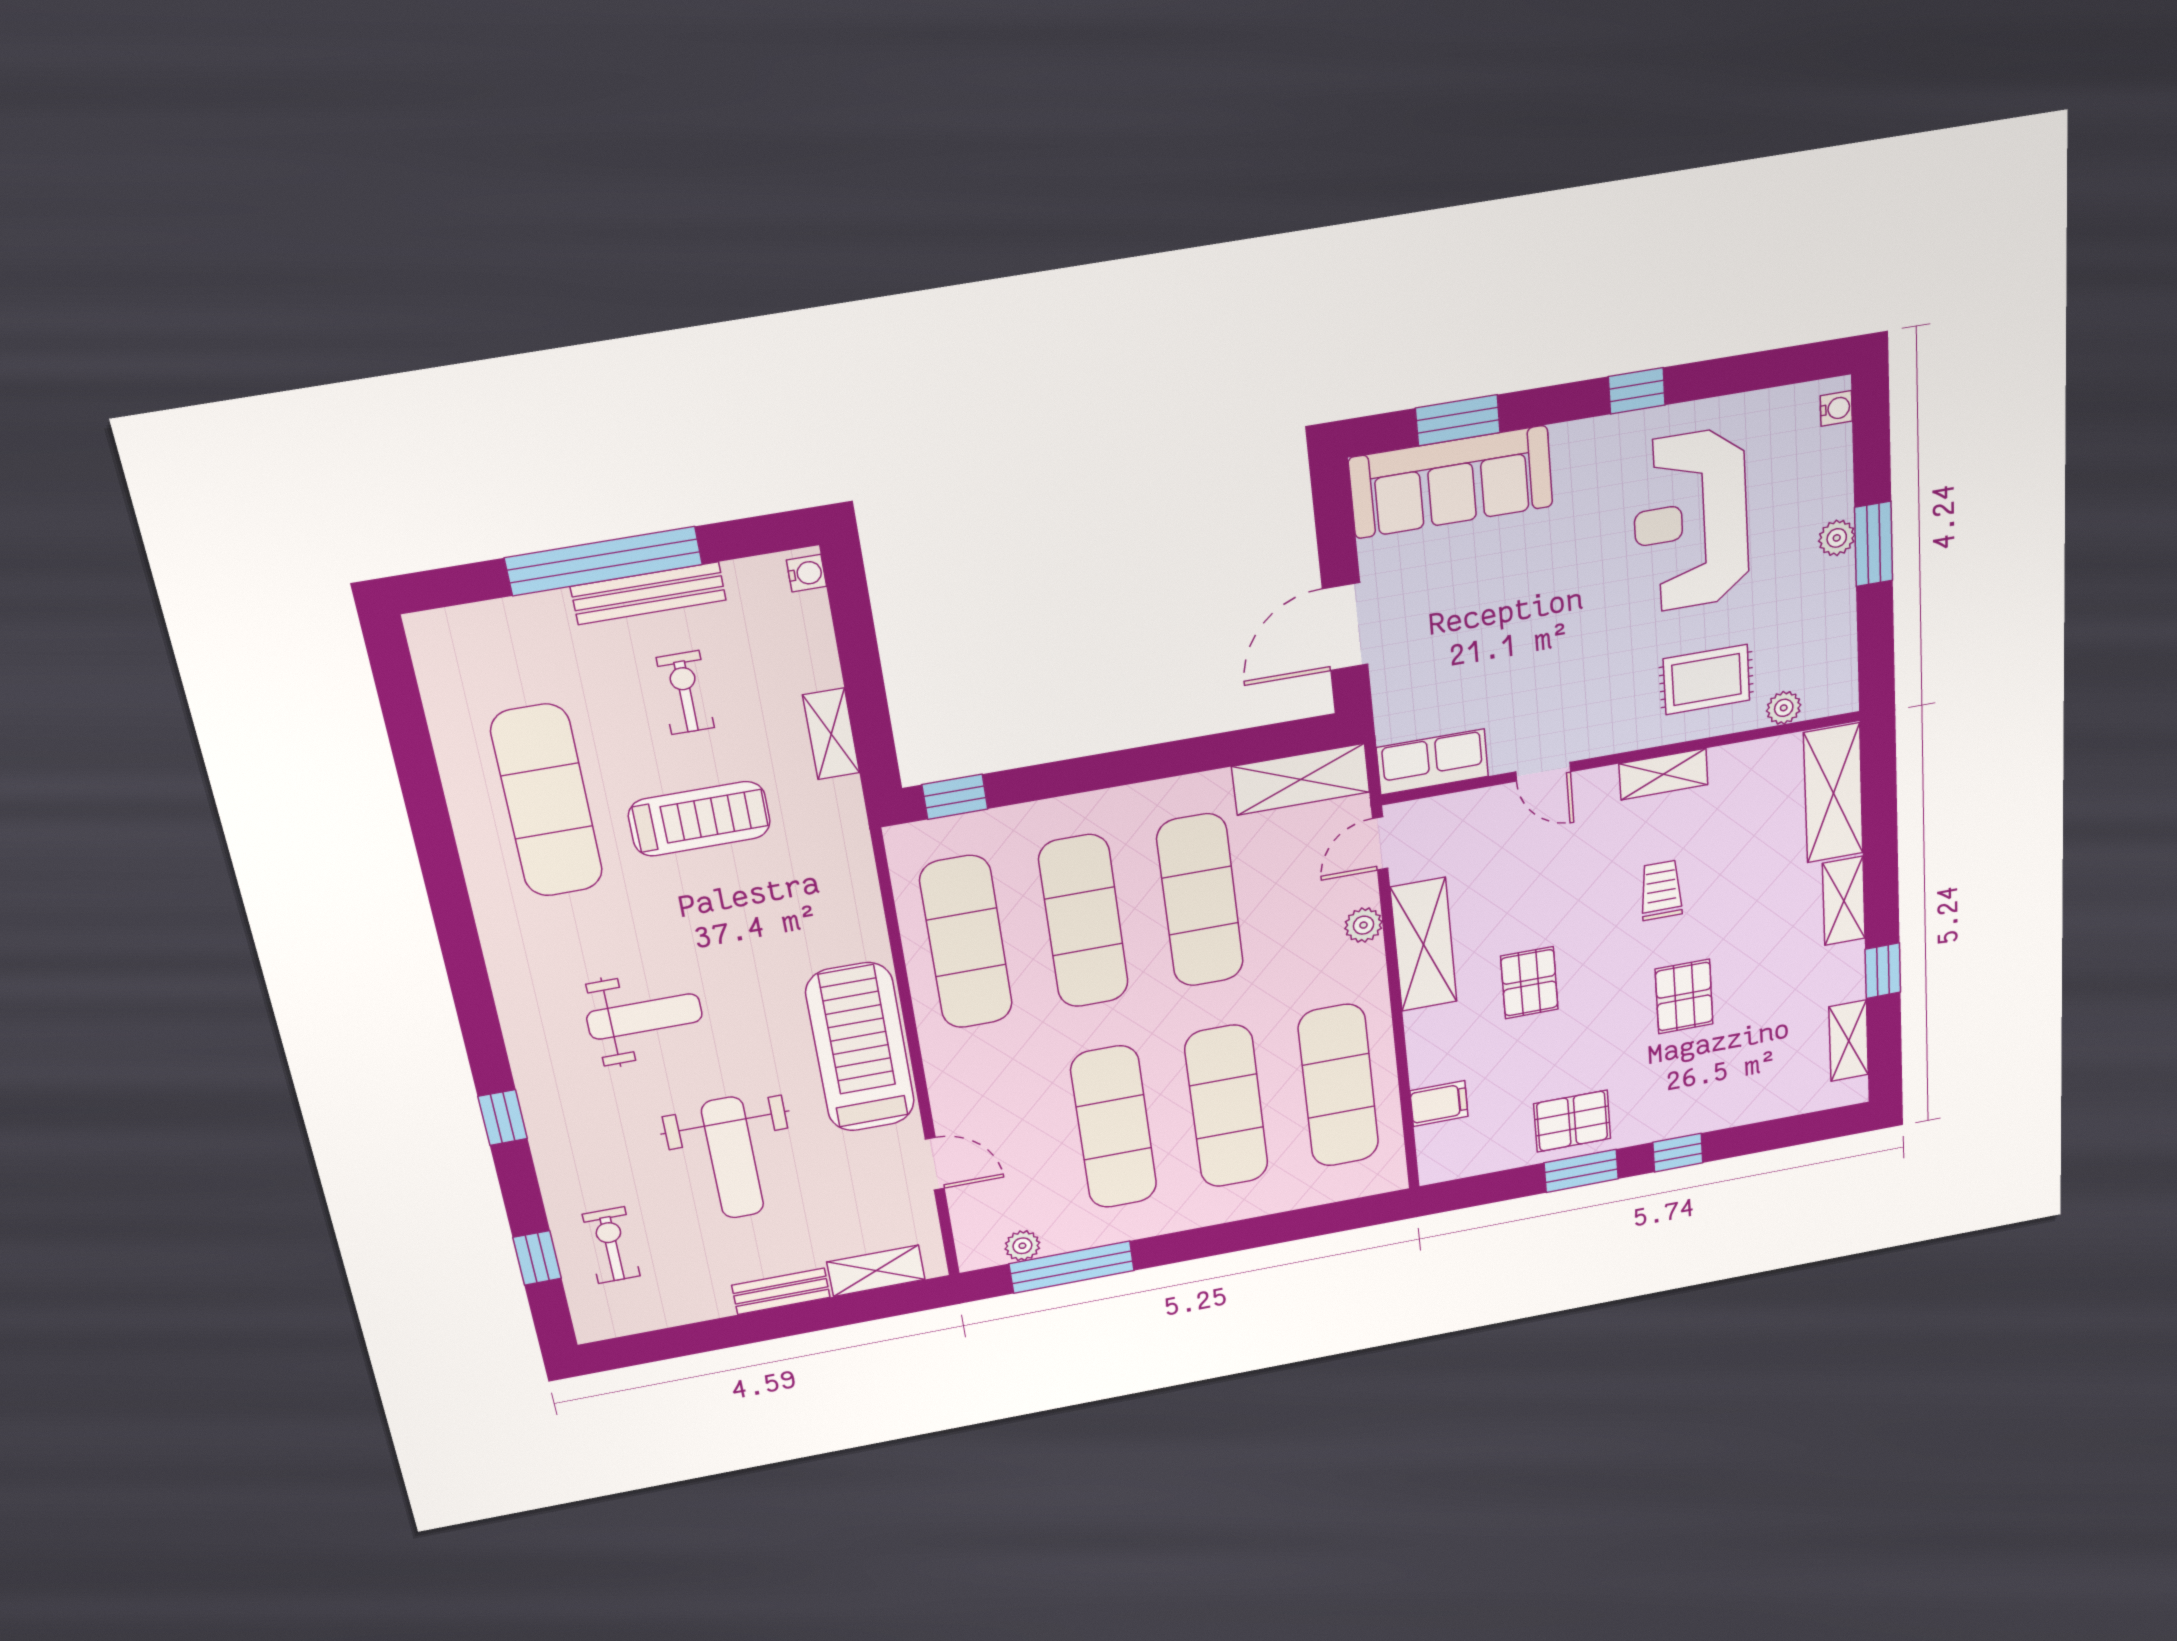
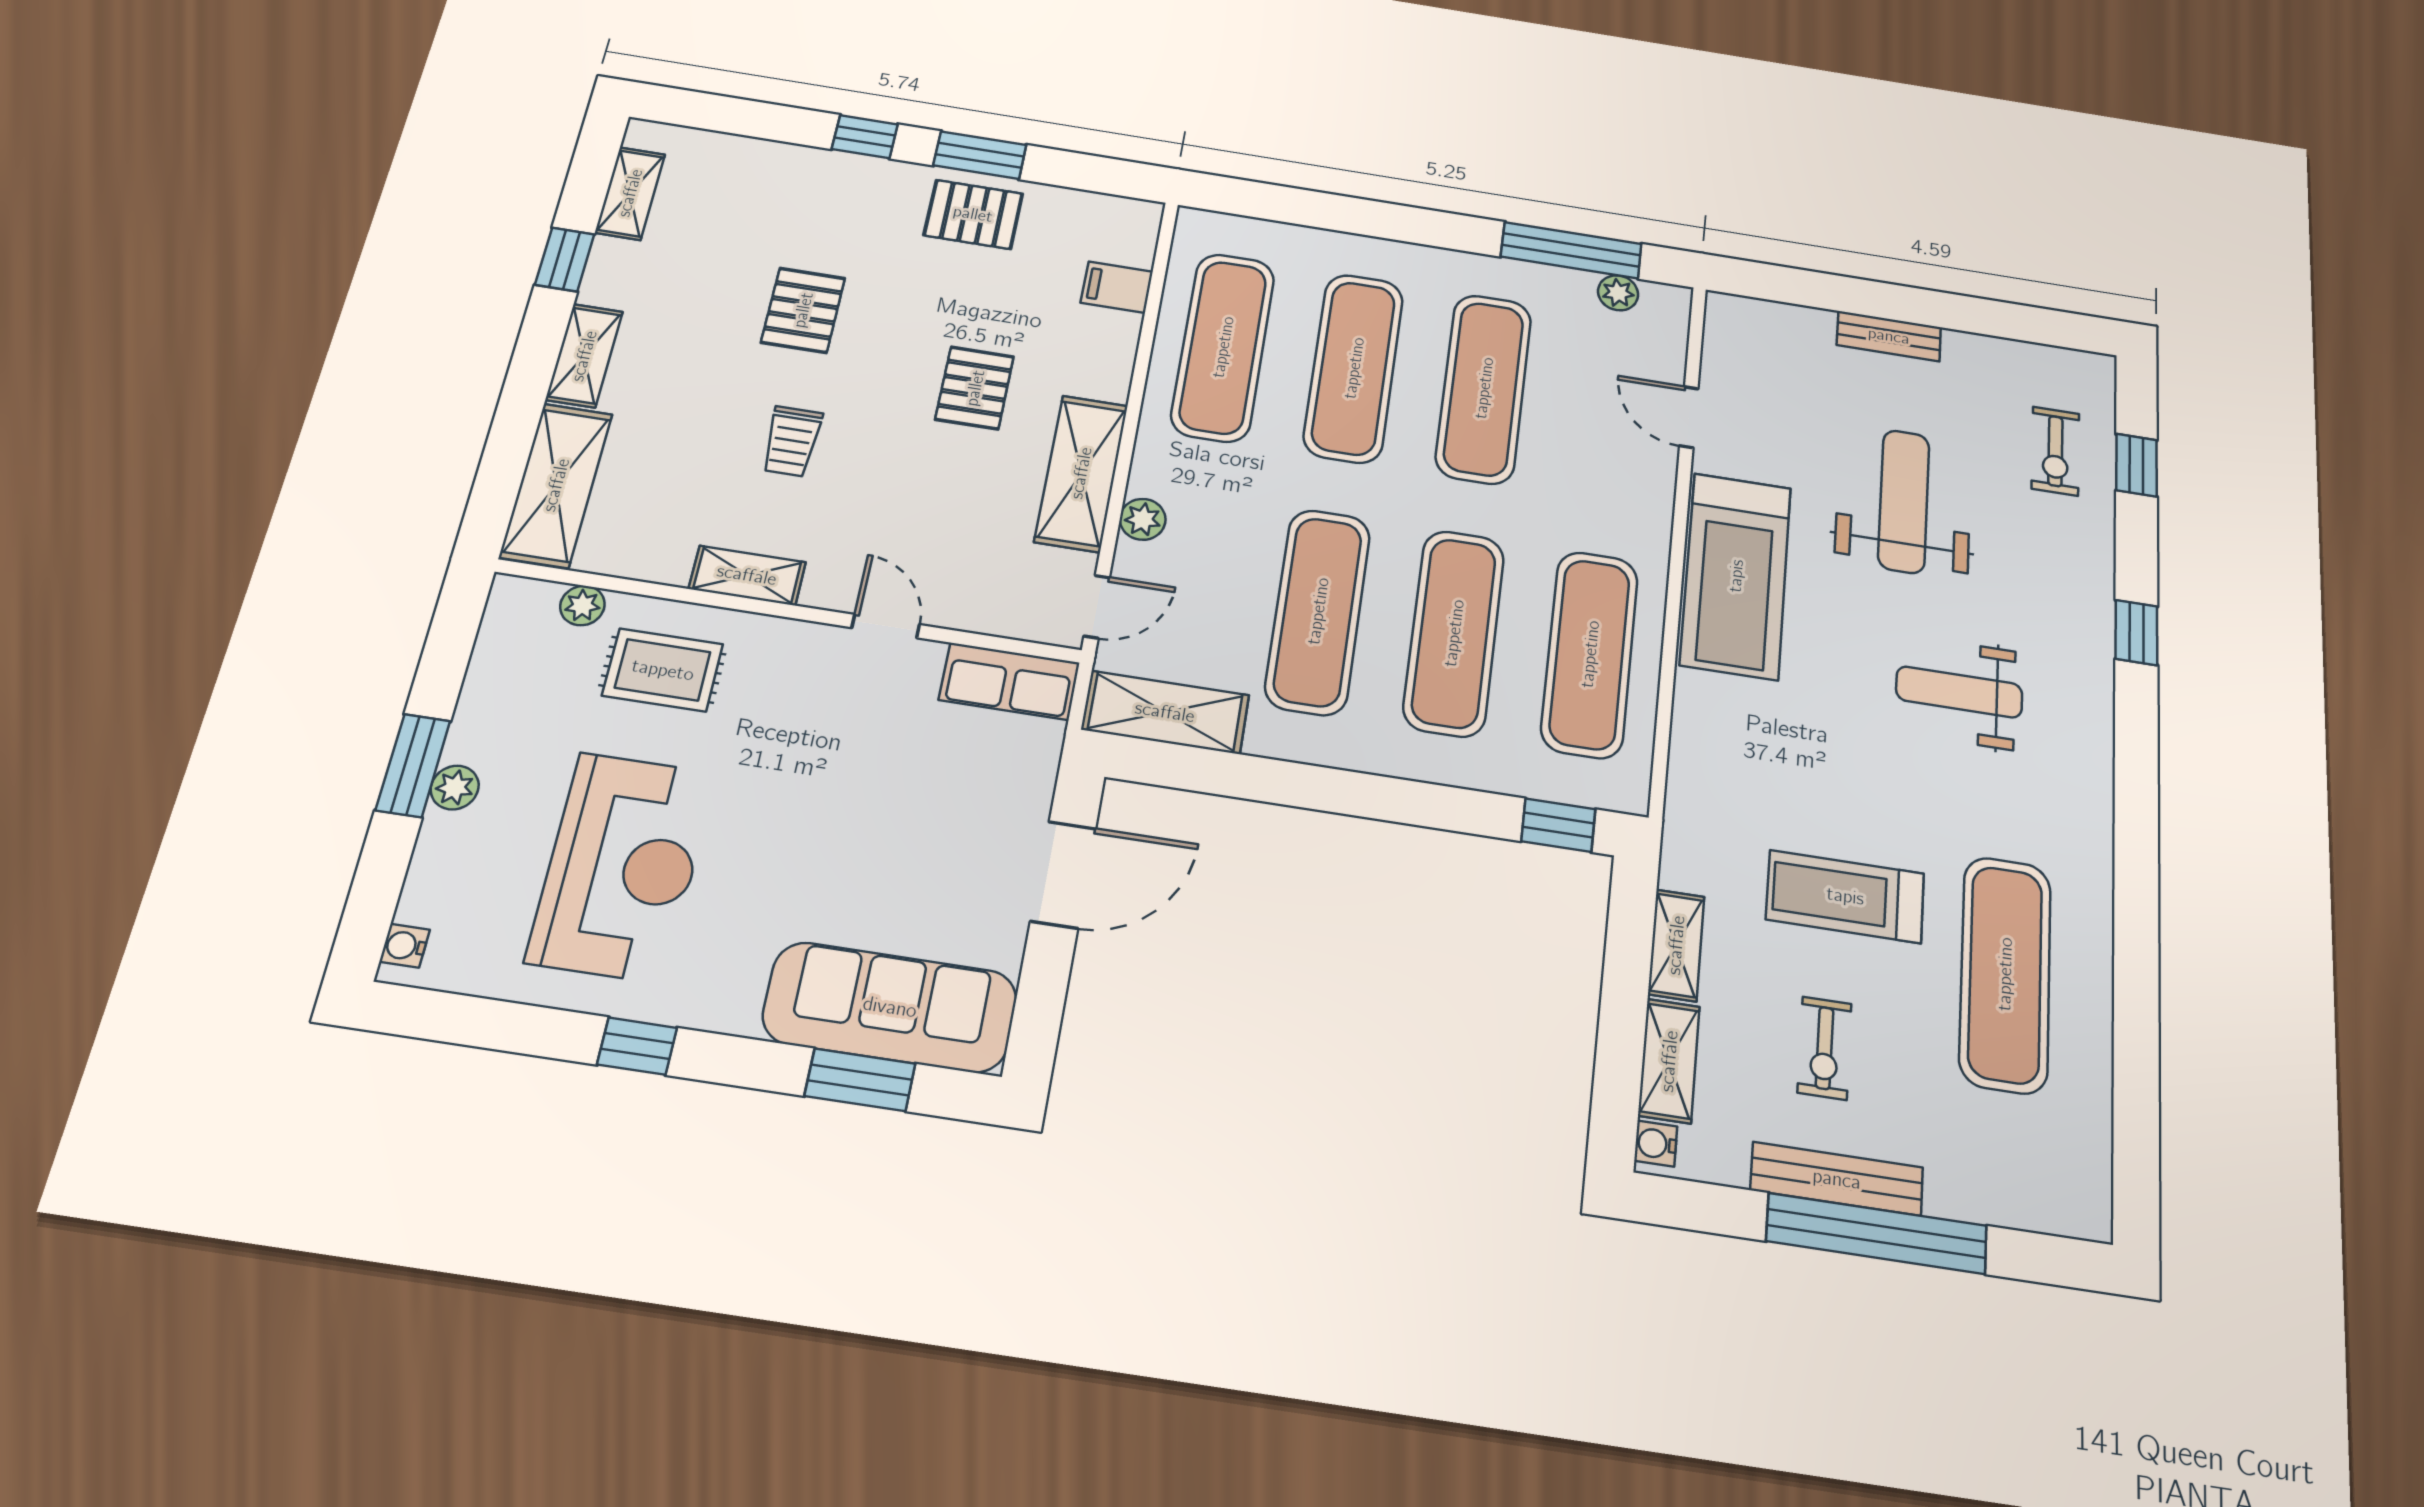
shelving: (876, 1271) -> (1669, 1061), moved, turned 90

